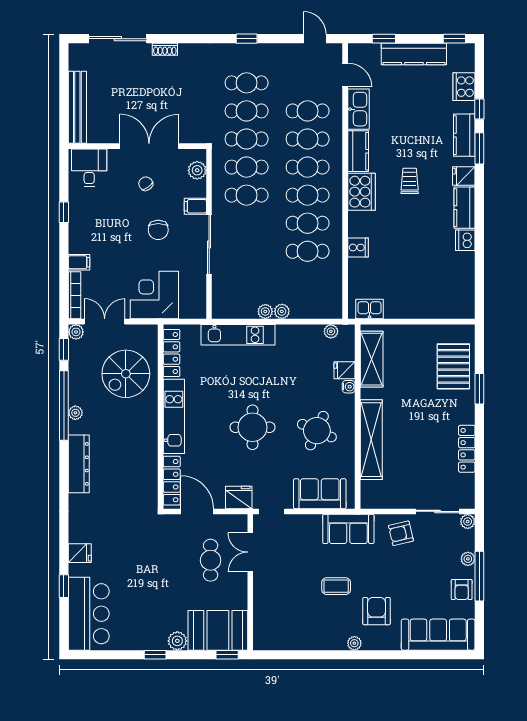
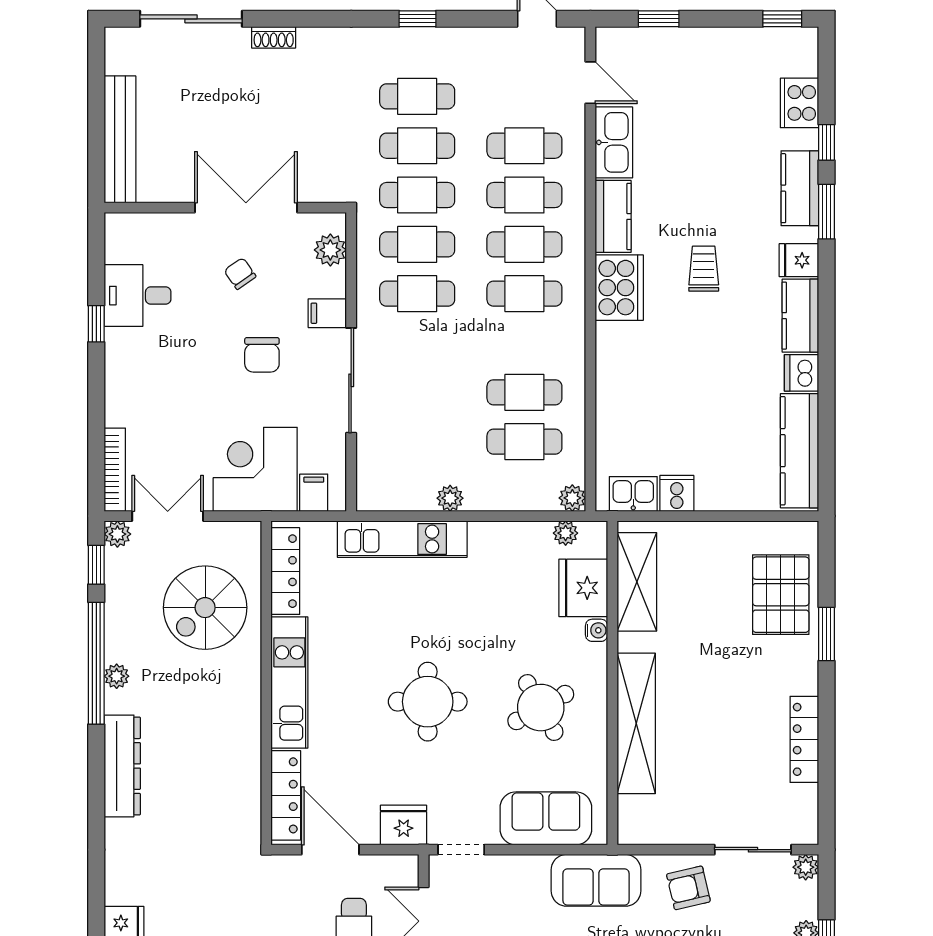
kitchen counter: (414, 54) -> (799, 451), moved, turned 90
desk: (89, 168) -> (137, 296), moved, turned -90
cafe table: (308, 223) -> (524, 442), moved
cooker: (358, 247) -> (677, 493), moved, turned -90
filing cabinet: (79, 262) -> (314, 493), moved, turned -90
plant: (282, 311) -> (572, 498), moved
fridge: (345, 370) -> (583, 588), width x1.88, depth x1.34
round table: (317, 431) -> (541, 708), turned 37

